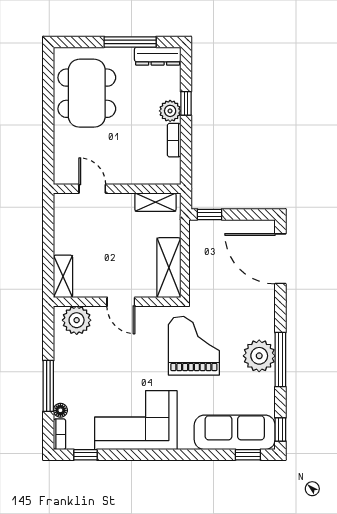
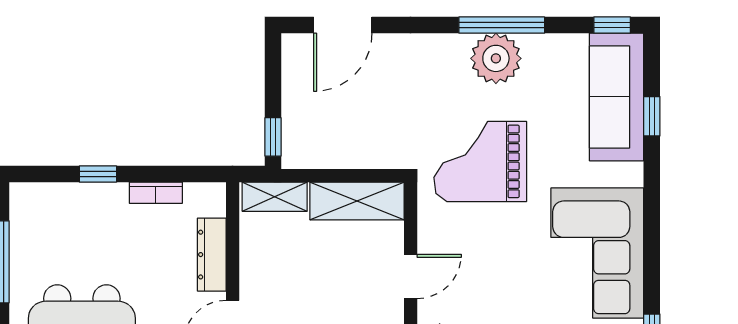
dresser: (158, 56) -> (212, 255), moved, turned 180
plant: (170, 111) -> (110, 199), removed
shelving: (155, 202) -> (275, 197), moved, turned 90
door: (280, 259) -> (343, 25), width x0.73
window: (248, 455) -> (652, 116), moved

